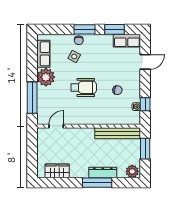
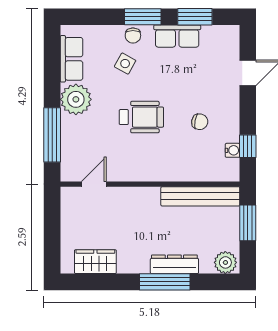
row of seats: (127, 41) -> (177, 36), moved

